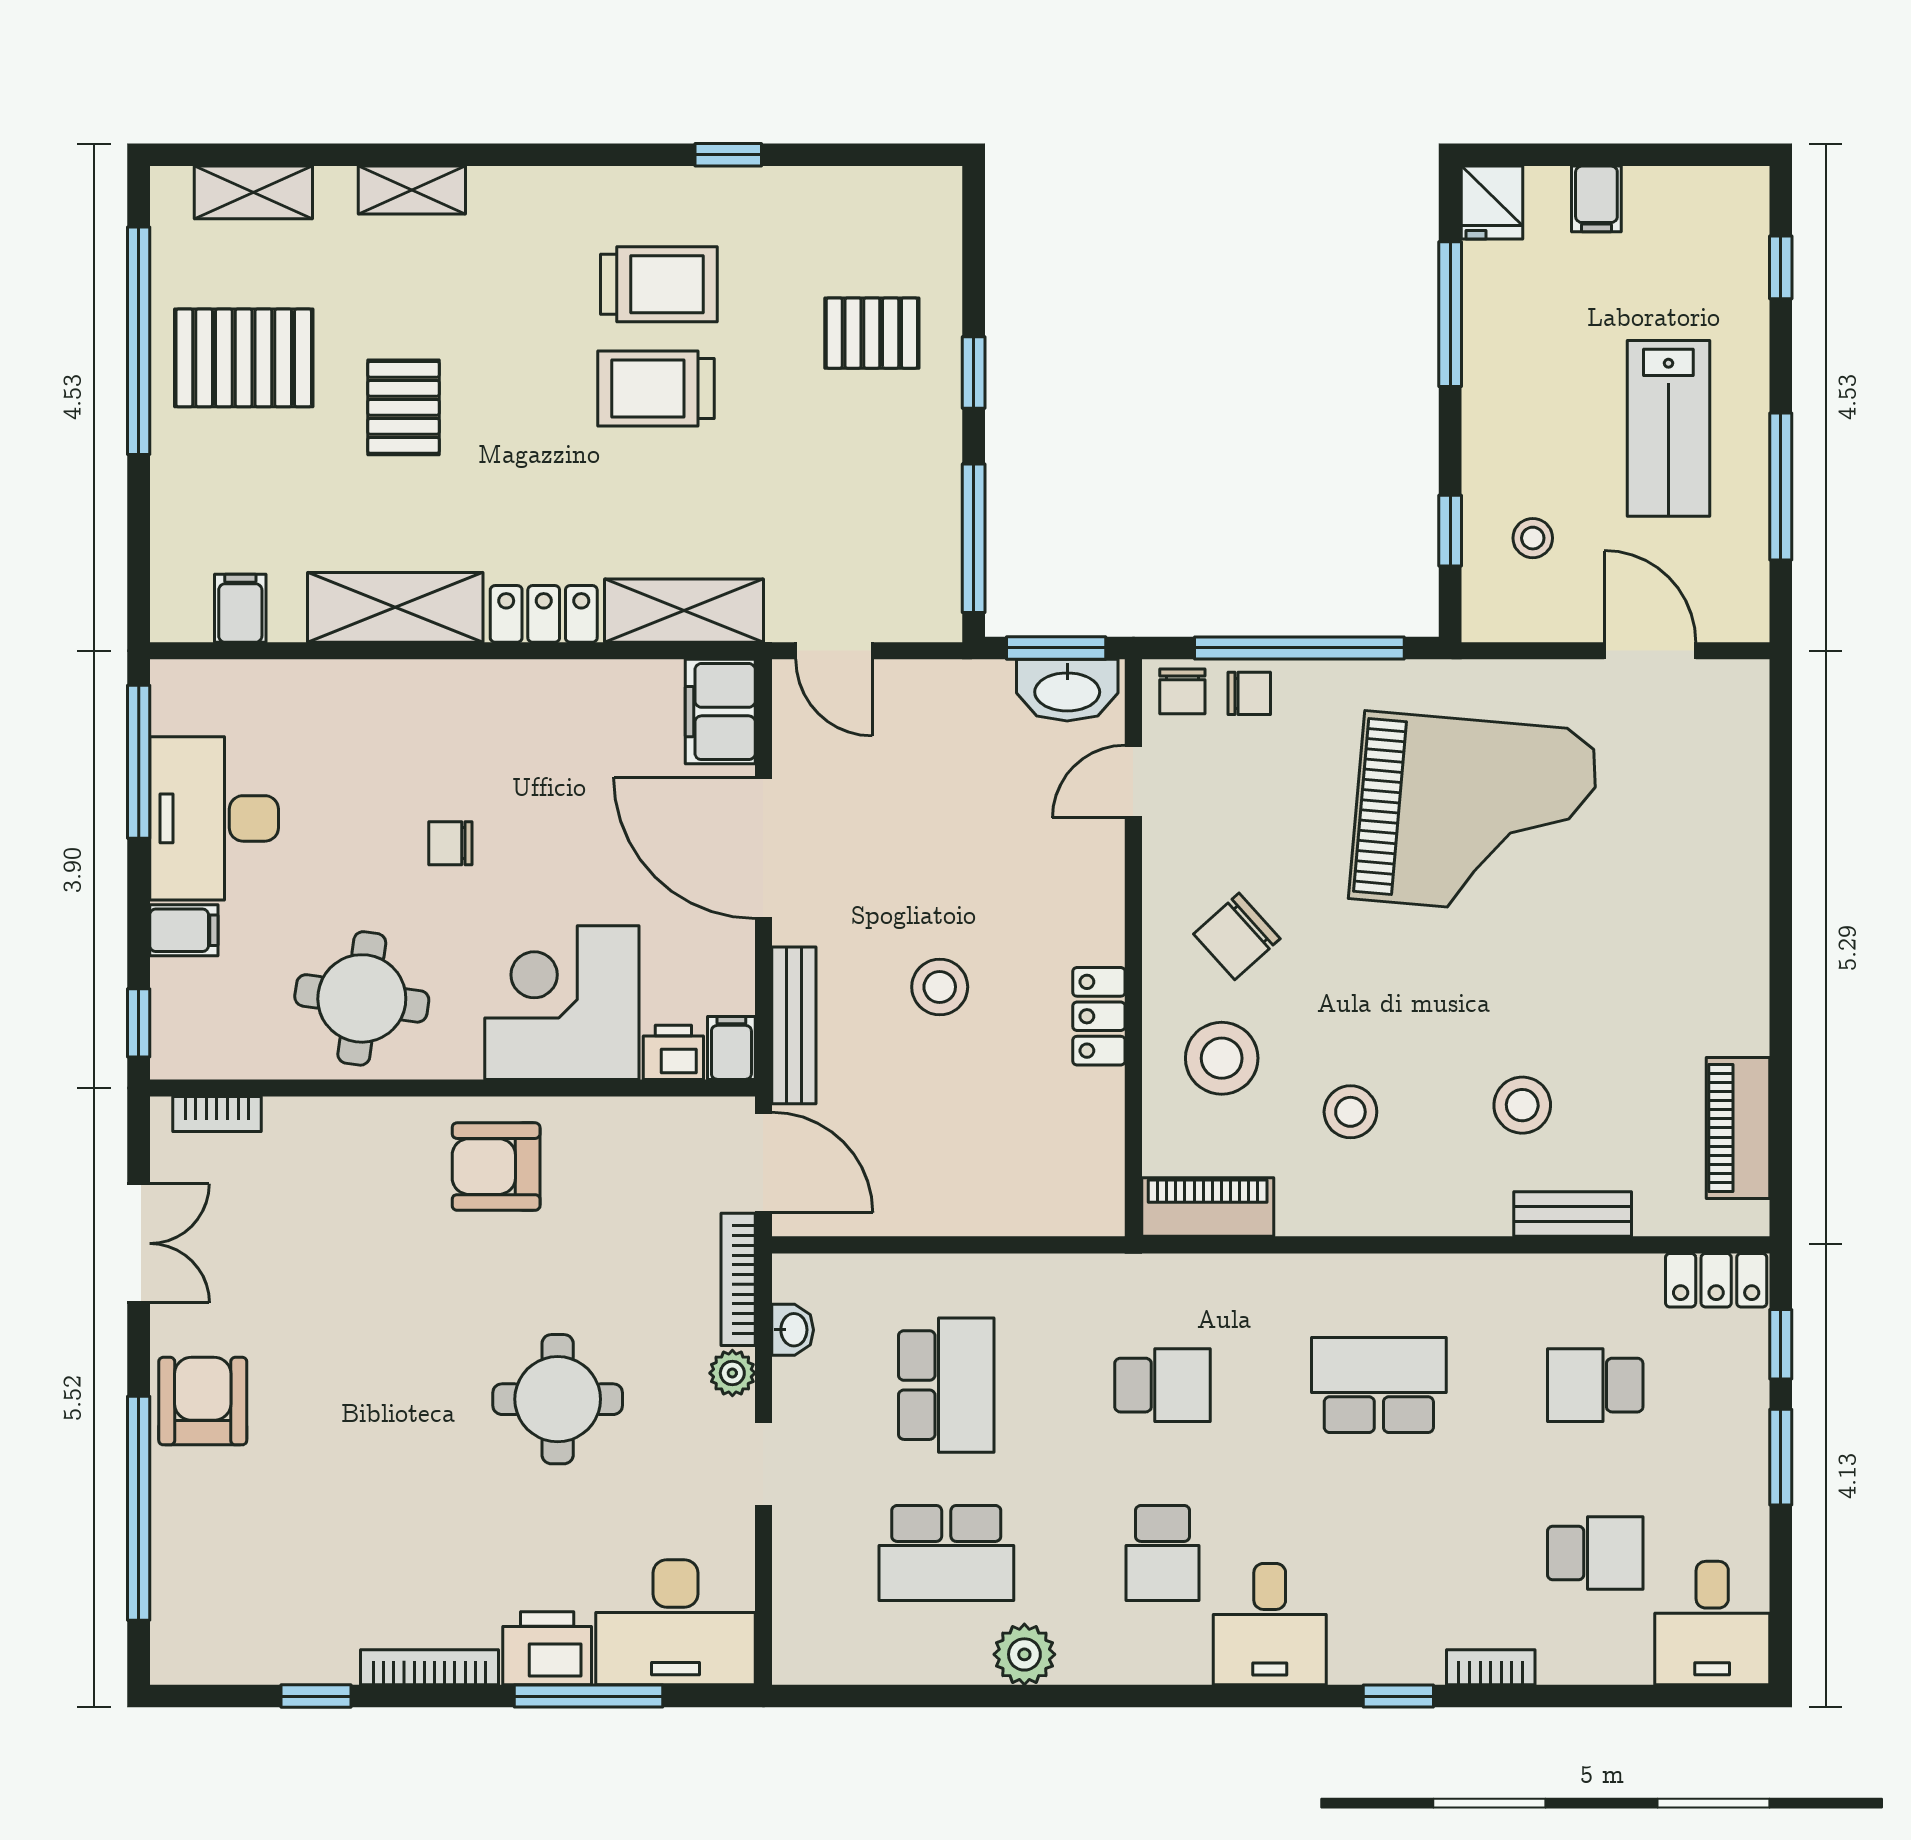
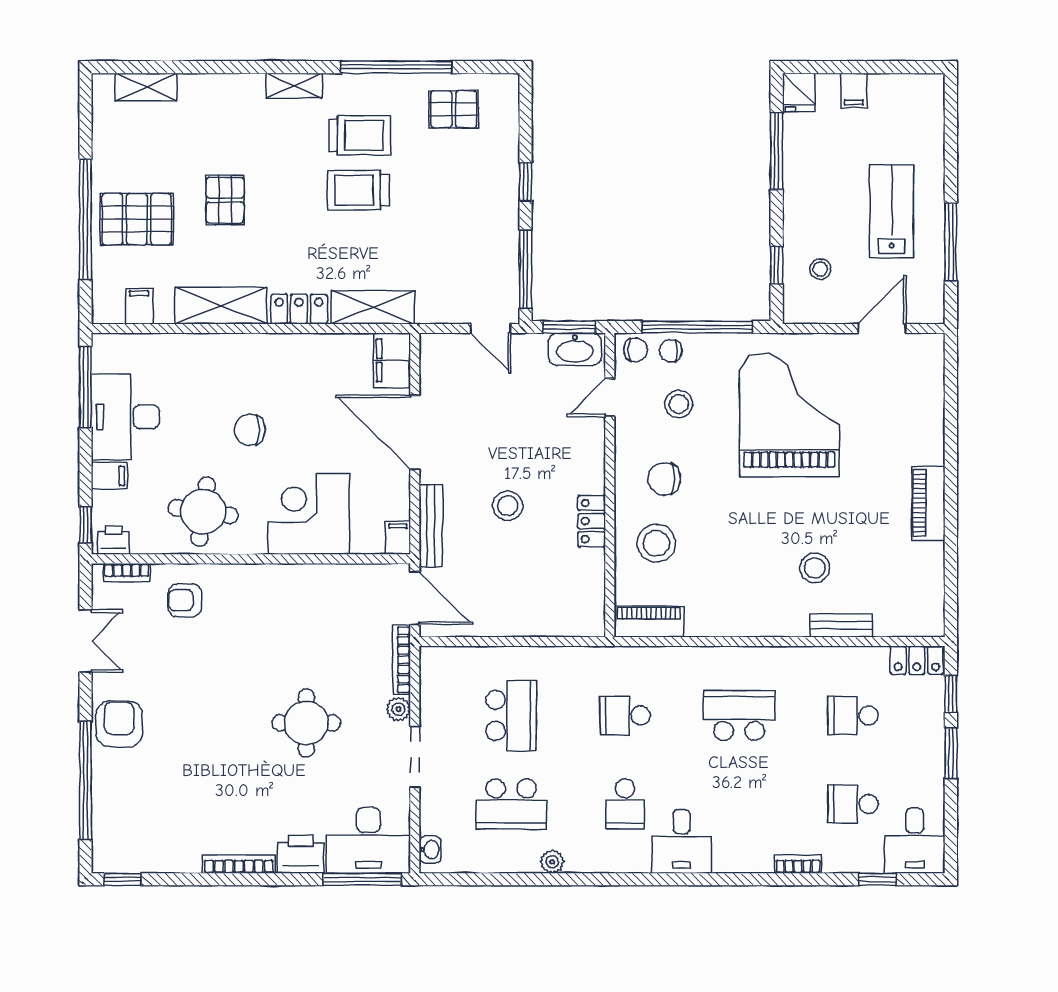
window: (728, 155) -> (396, 67), width x3.17
shelving: (412, 190) -> (294, 86), moved
window: (1781, 267) -> (951, 126), removed
pallet: (872, 333) -> (454, 109), moved
window: (139, 341) -> (85, 219), moved
pallet: (244, 358) -> (137, 219), moved
lab bench: (1668, 428) -> (892, 211), turned 180
door: (834, 651) -> (491, 328), moved
door: (1650, 651) -> (882, 328), hinge flipped
chair: (1182, 691) -> (636, 350), turned -90
chair: (1249, 693) -> (671, 351), turned 180
grand piano: (1474, 815) -> (789, 415), turned -95
chair: (450, 843) -> (250, 430), width x1.37, depth x1.37
chair: (1237, 936) -> (664, 479), turned 42
printer: (673, 1052) -> (113, 540), moved
stool: (1350, 1112) -> (679, 404), moved
piano: (1738, 1128) -> (928, 503), moved
armchair: (496, 1167) -> (185, 600), moved, width x0.72, depth x0.72
washbasin: (793, 1330) -> (430, 850), moved
school desk: (1163, 1385) -> (625, 715), turned 180
doorway: (763, 1464) -> (415, 757), width x1.38
school desk: (1595, 1553) -> (853, 804), turned 180
plant: (1024, 1654) -> (552, 862), width x0.73, depth x0.73
window: (316, 1696) -> (123, 879), moved
window: (588, 1696) -> (362, 879), moved
window: (1398, 1696) -> (877, 879), moved

